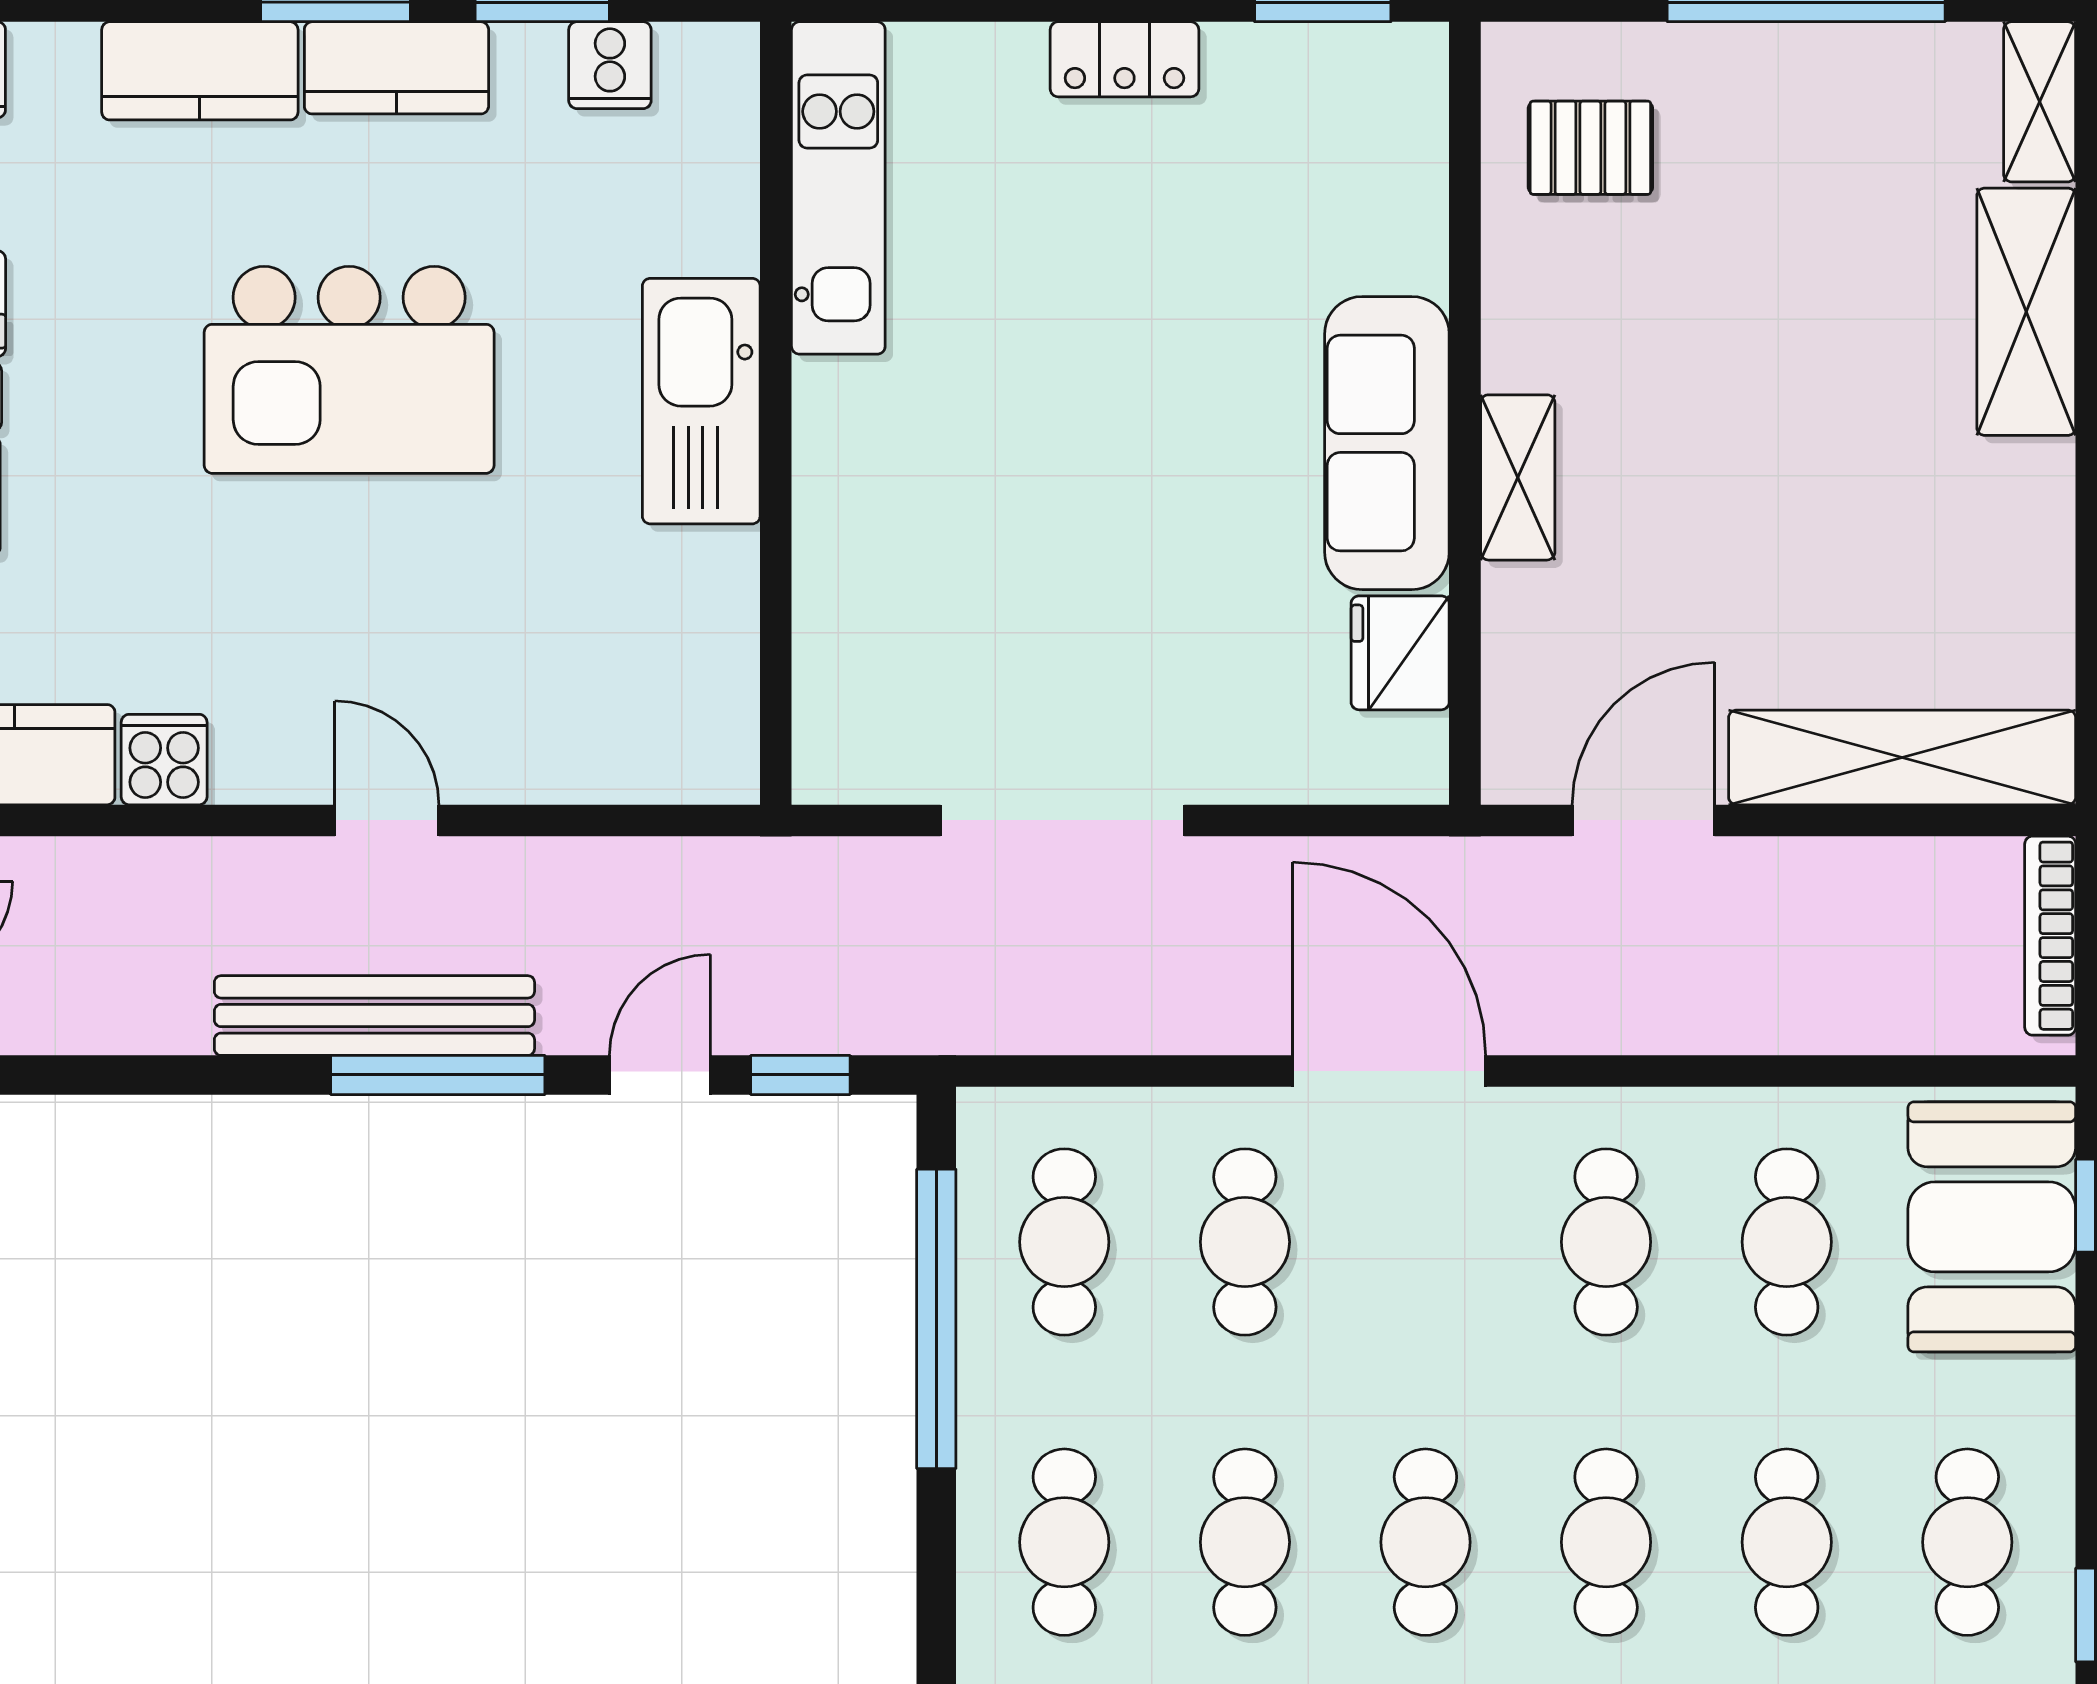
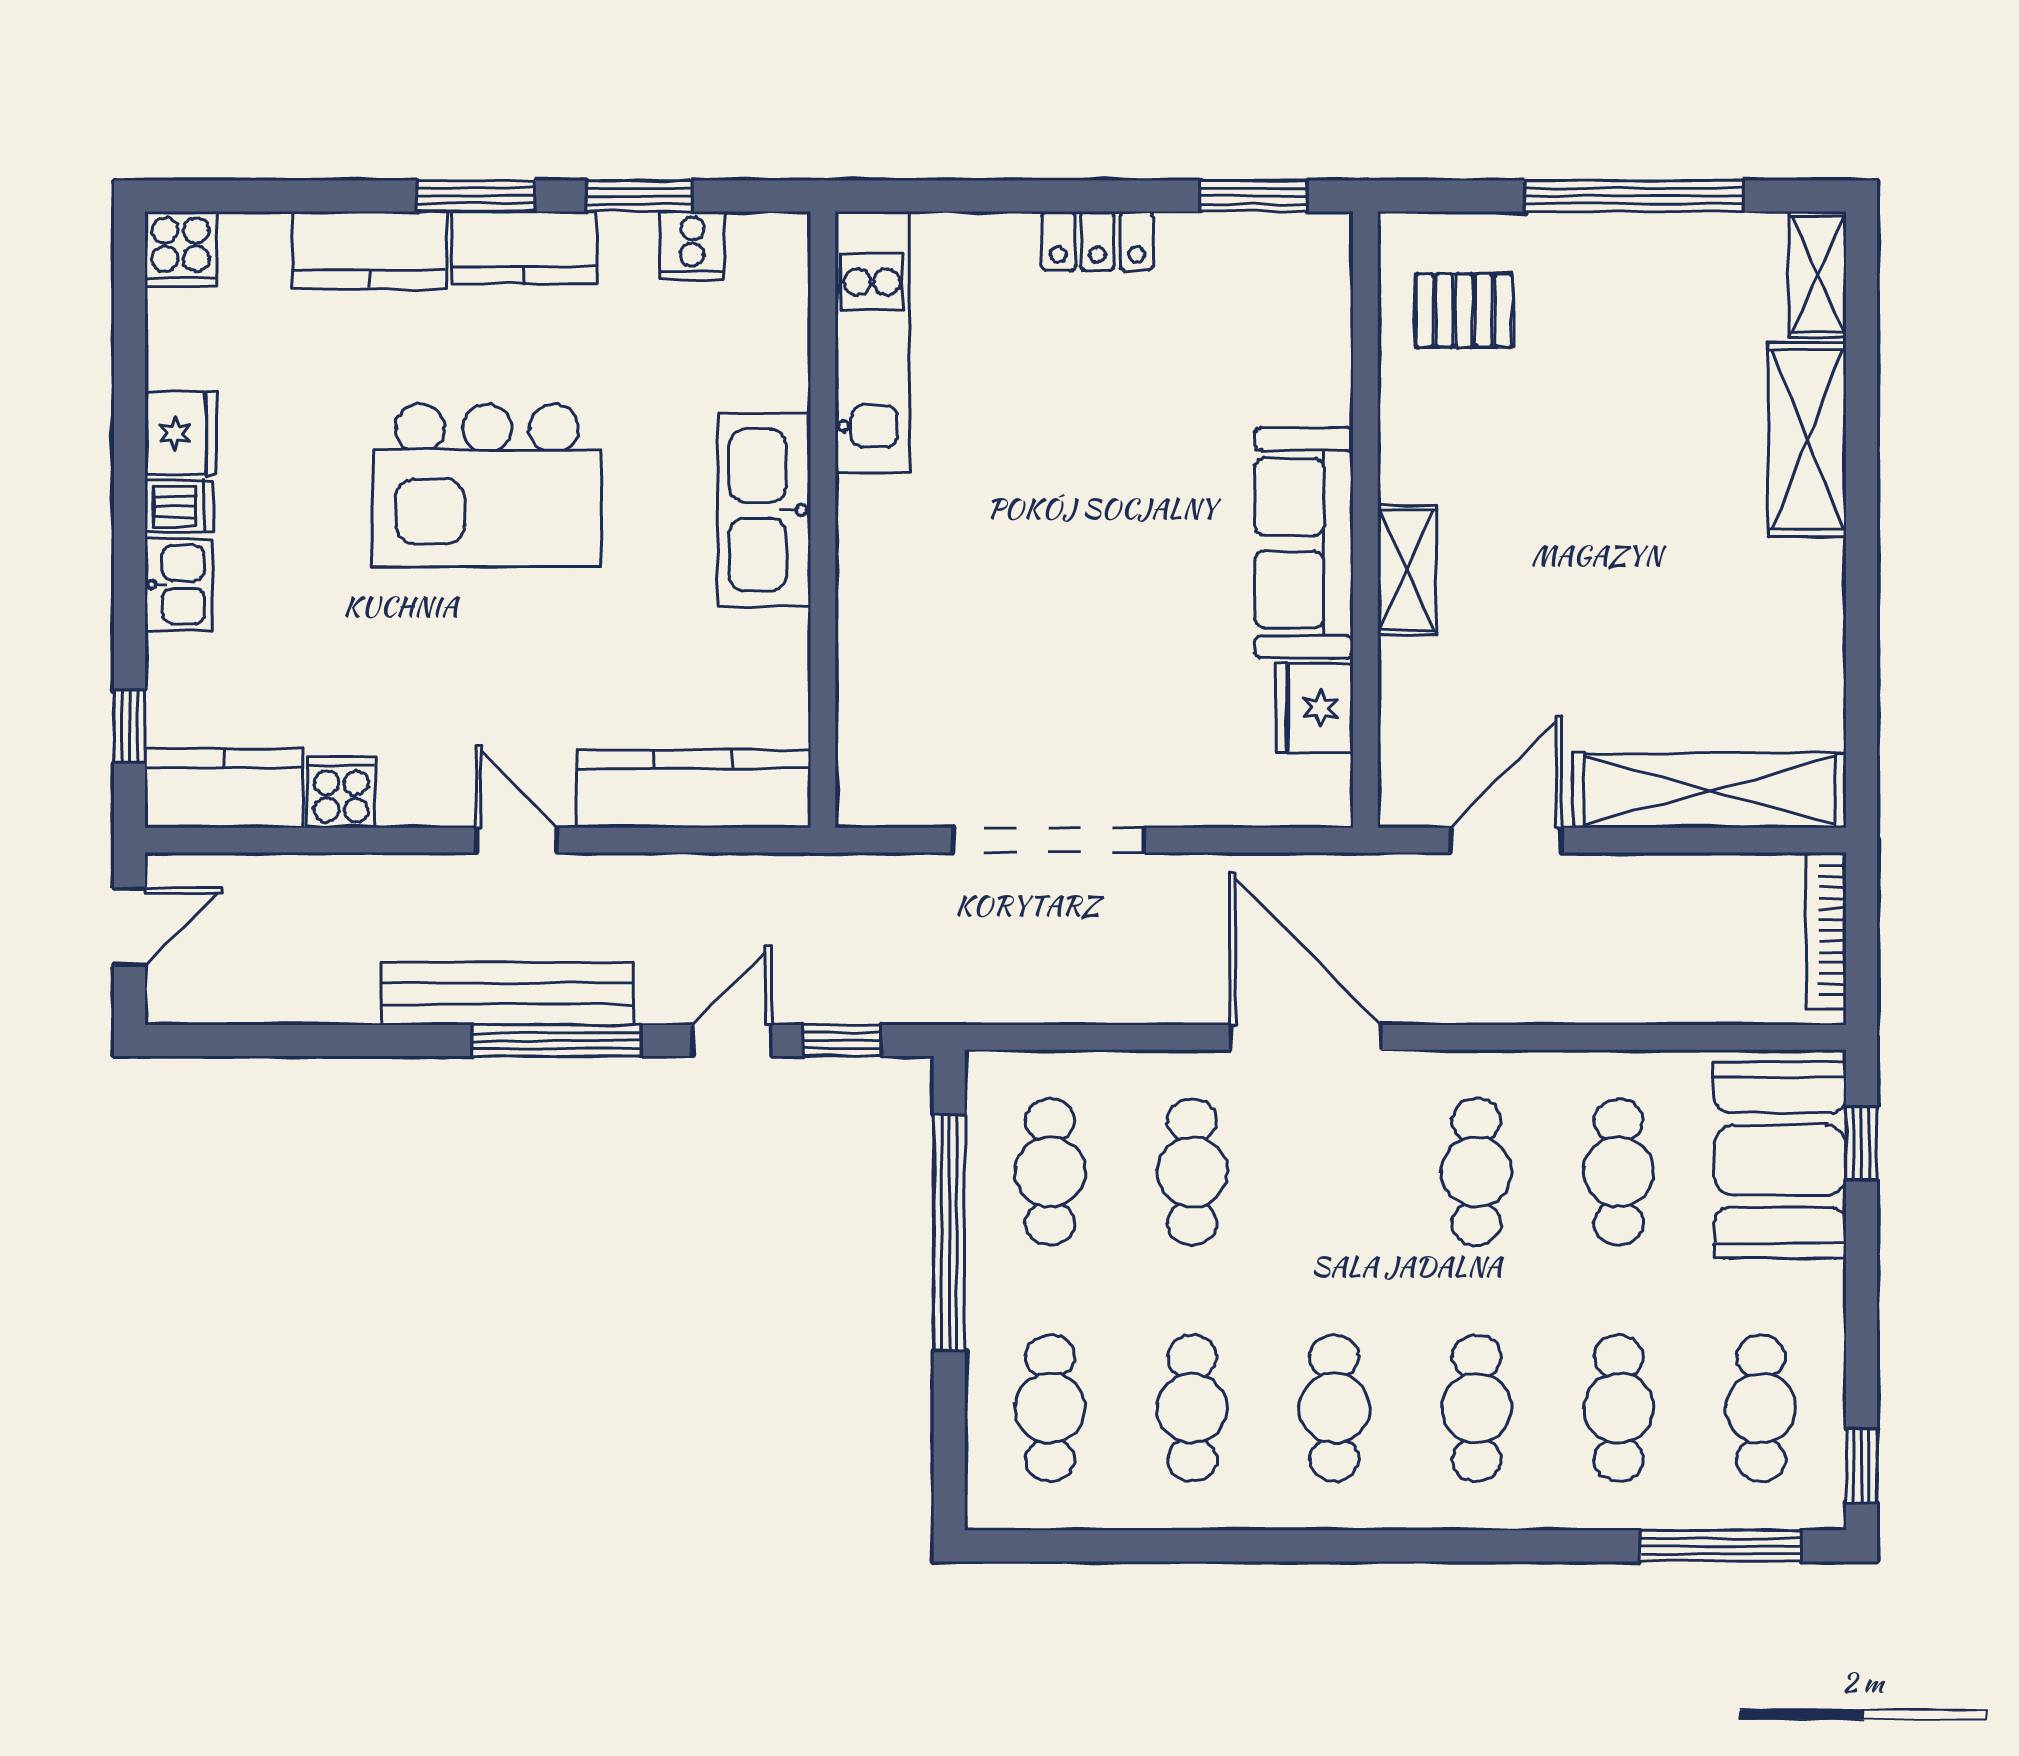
kitchen counter: (612, 755) -> (694, 789), added

